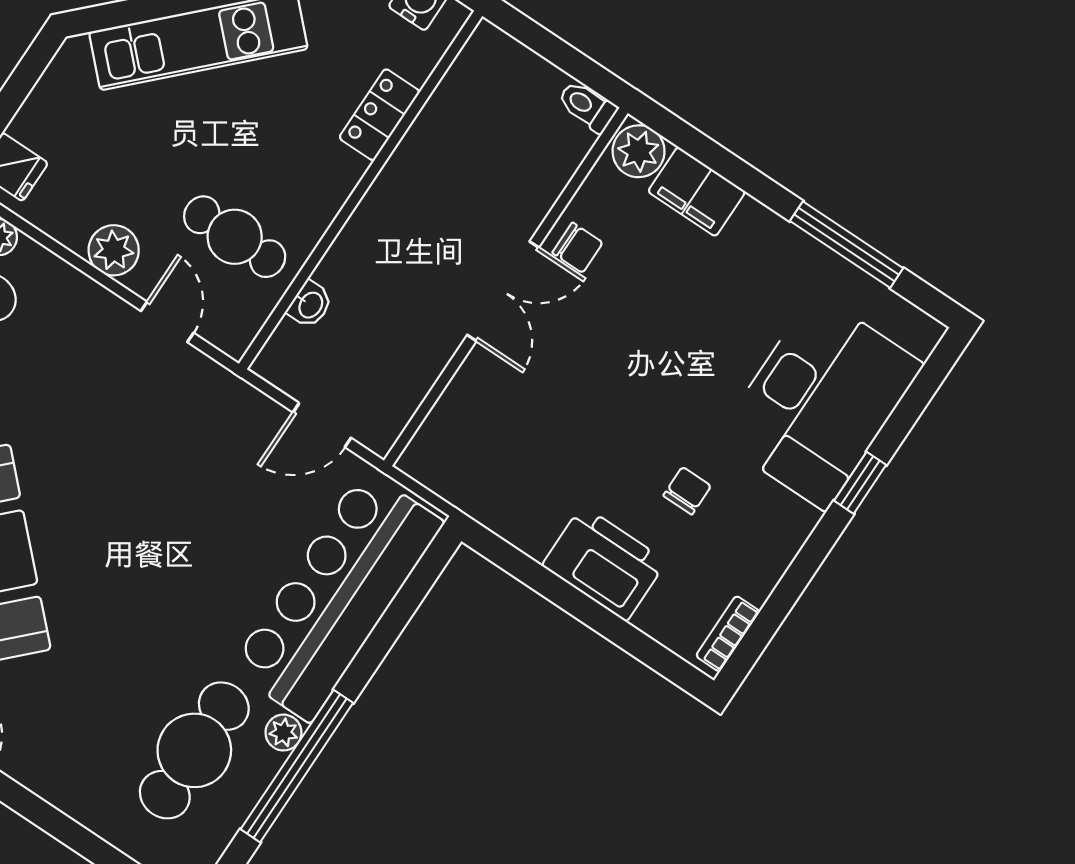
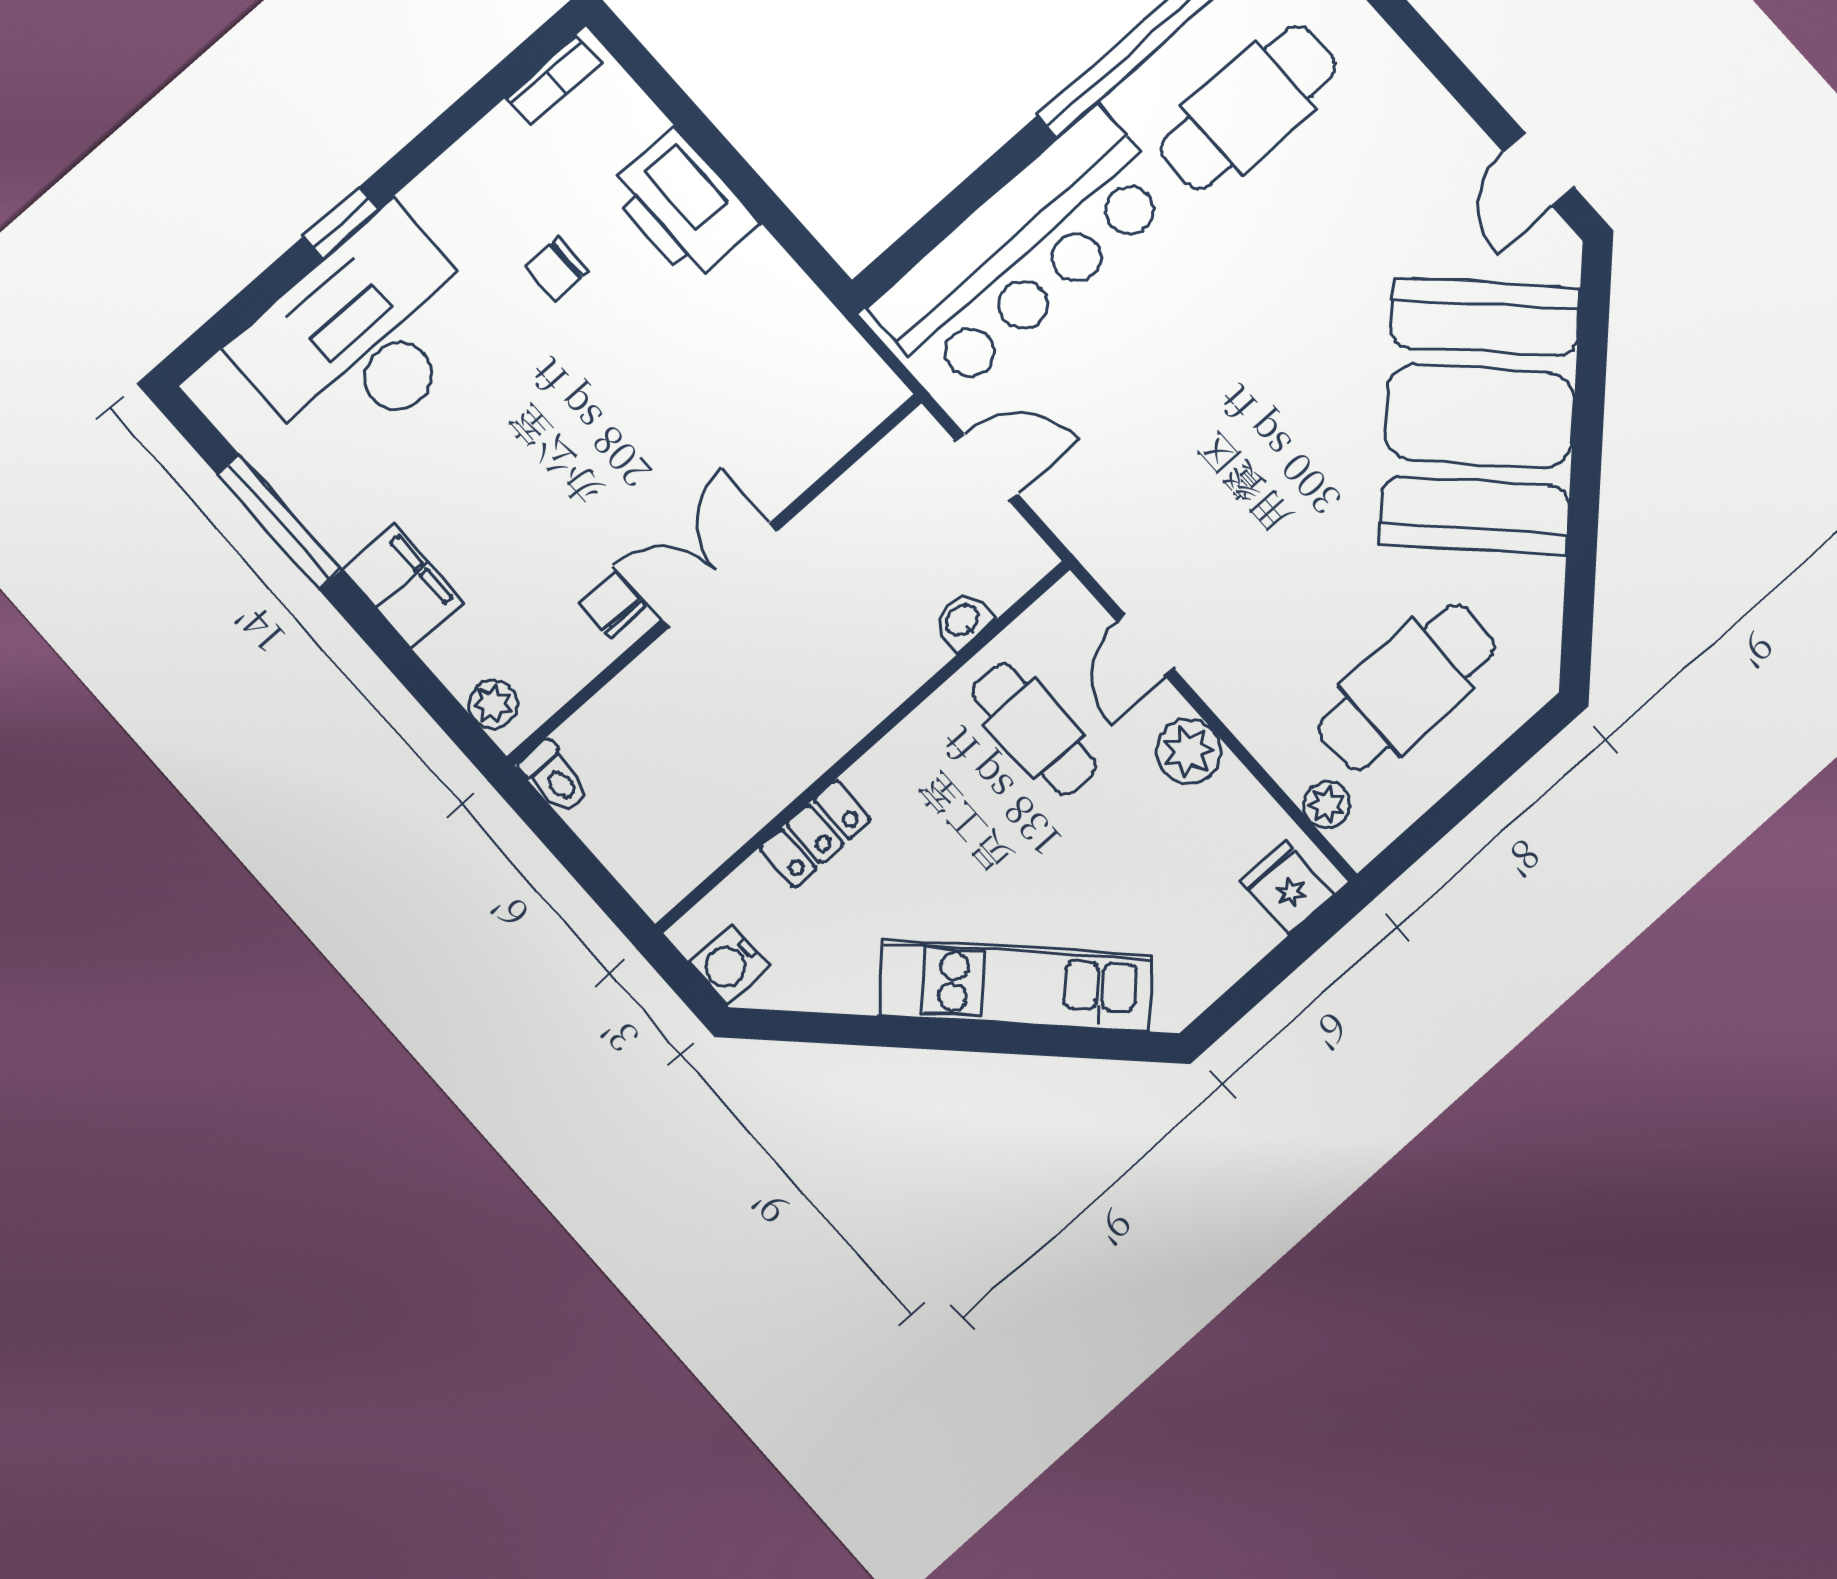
plant: (639, 151) -> (493, 704), width x0.73, depth x0.73
filing cabinet: (697, 192) -> (403, 586), moved
plant: (283, 733) -> (1133, 101), removed

